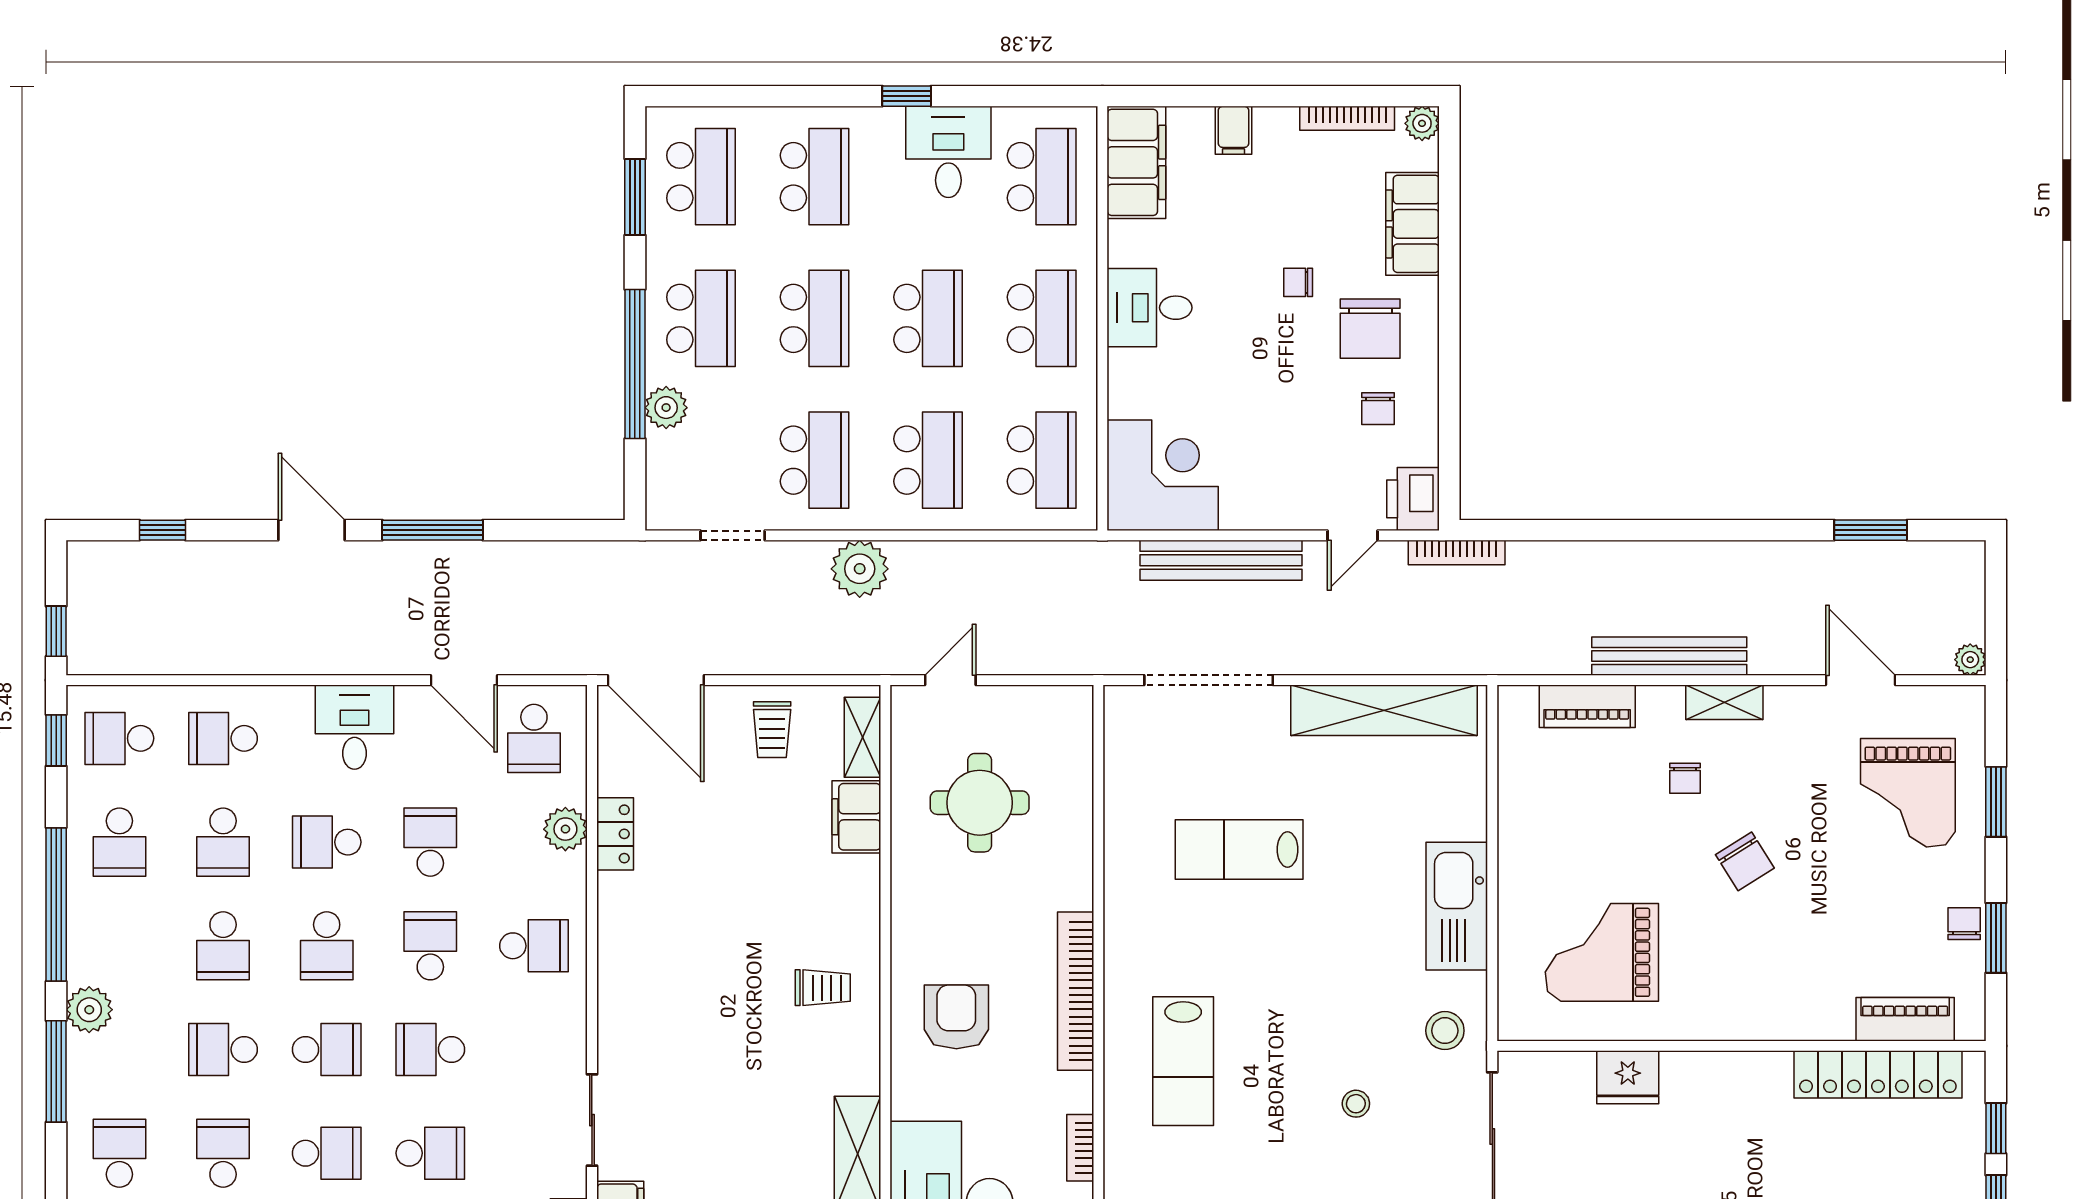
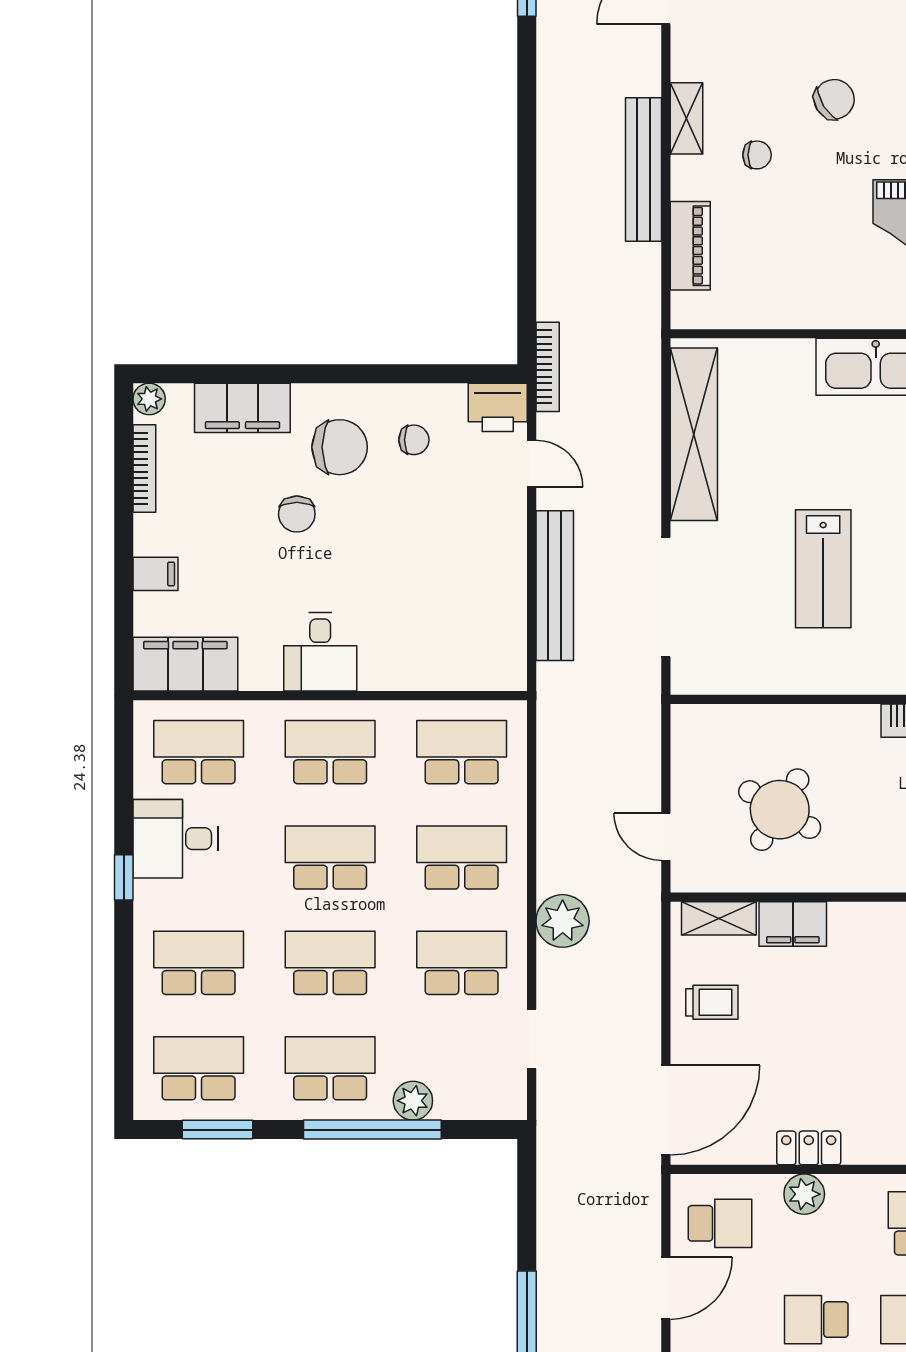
chair: (1298, 282) -> (297, 514), width x1.37, depth x1.37
corner desk: (1163, 475) -> (476, 640), removed
round table: (980, 803) -> (780, 810), turned 31

